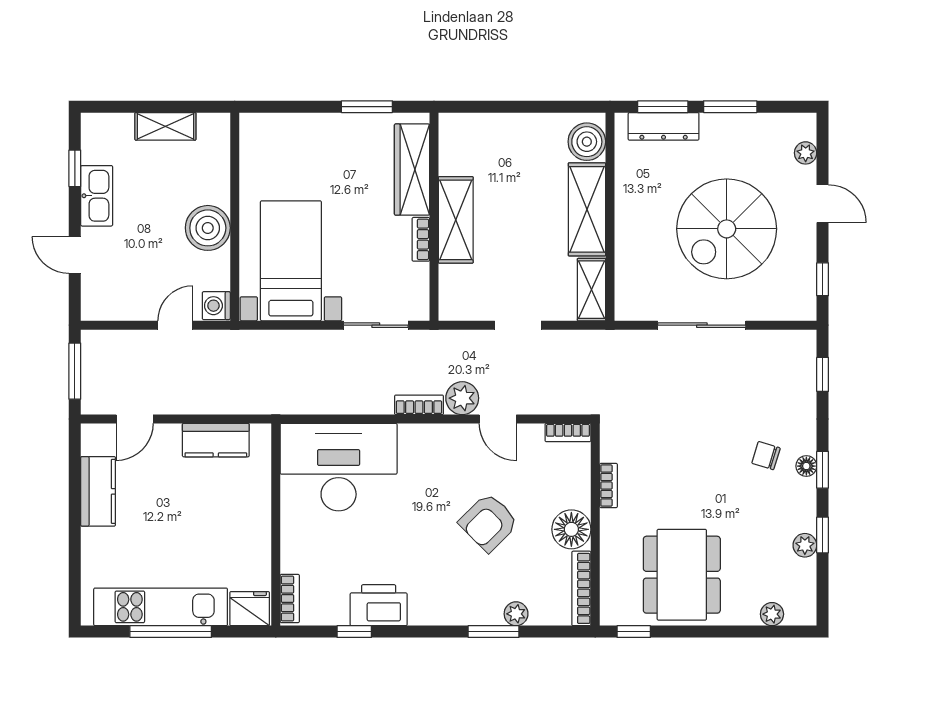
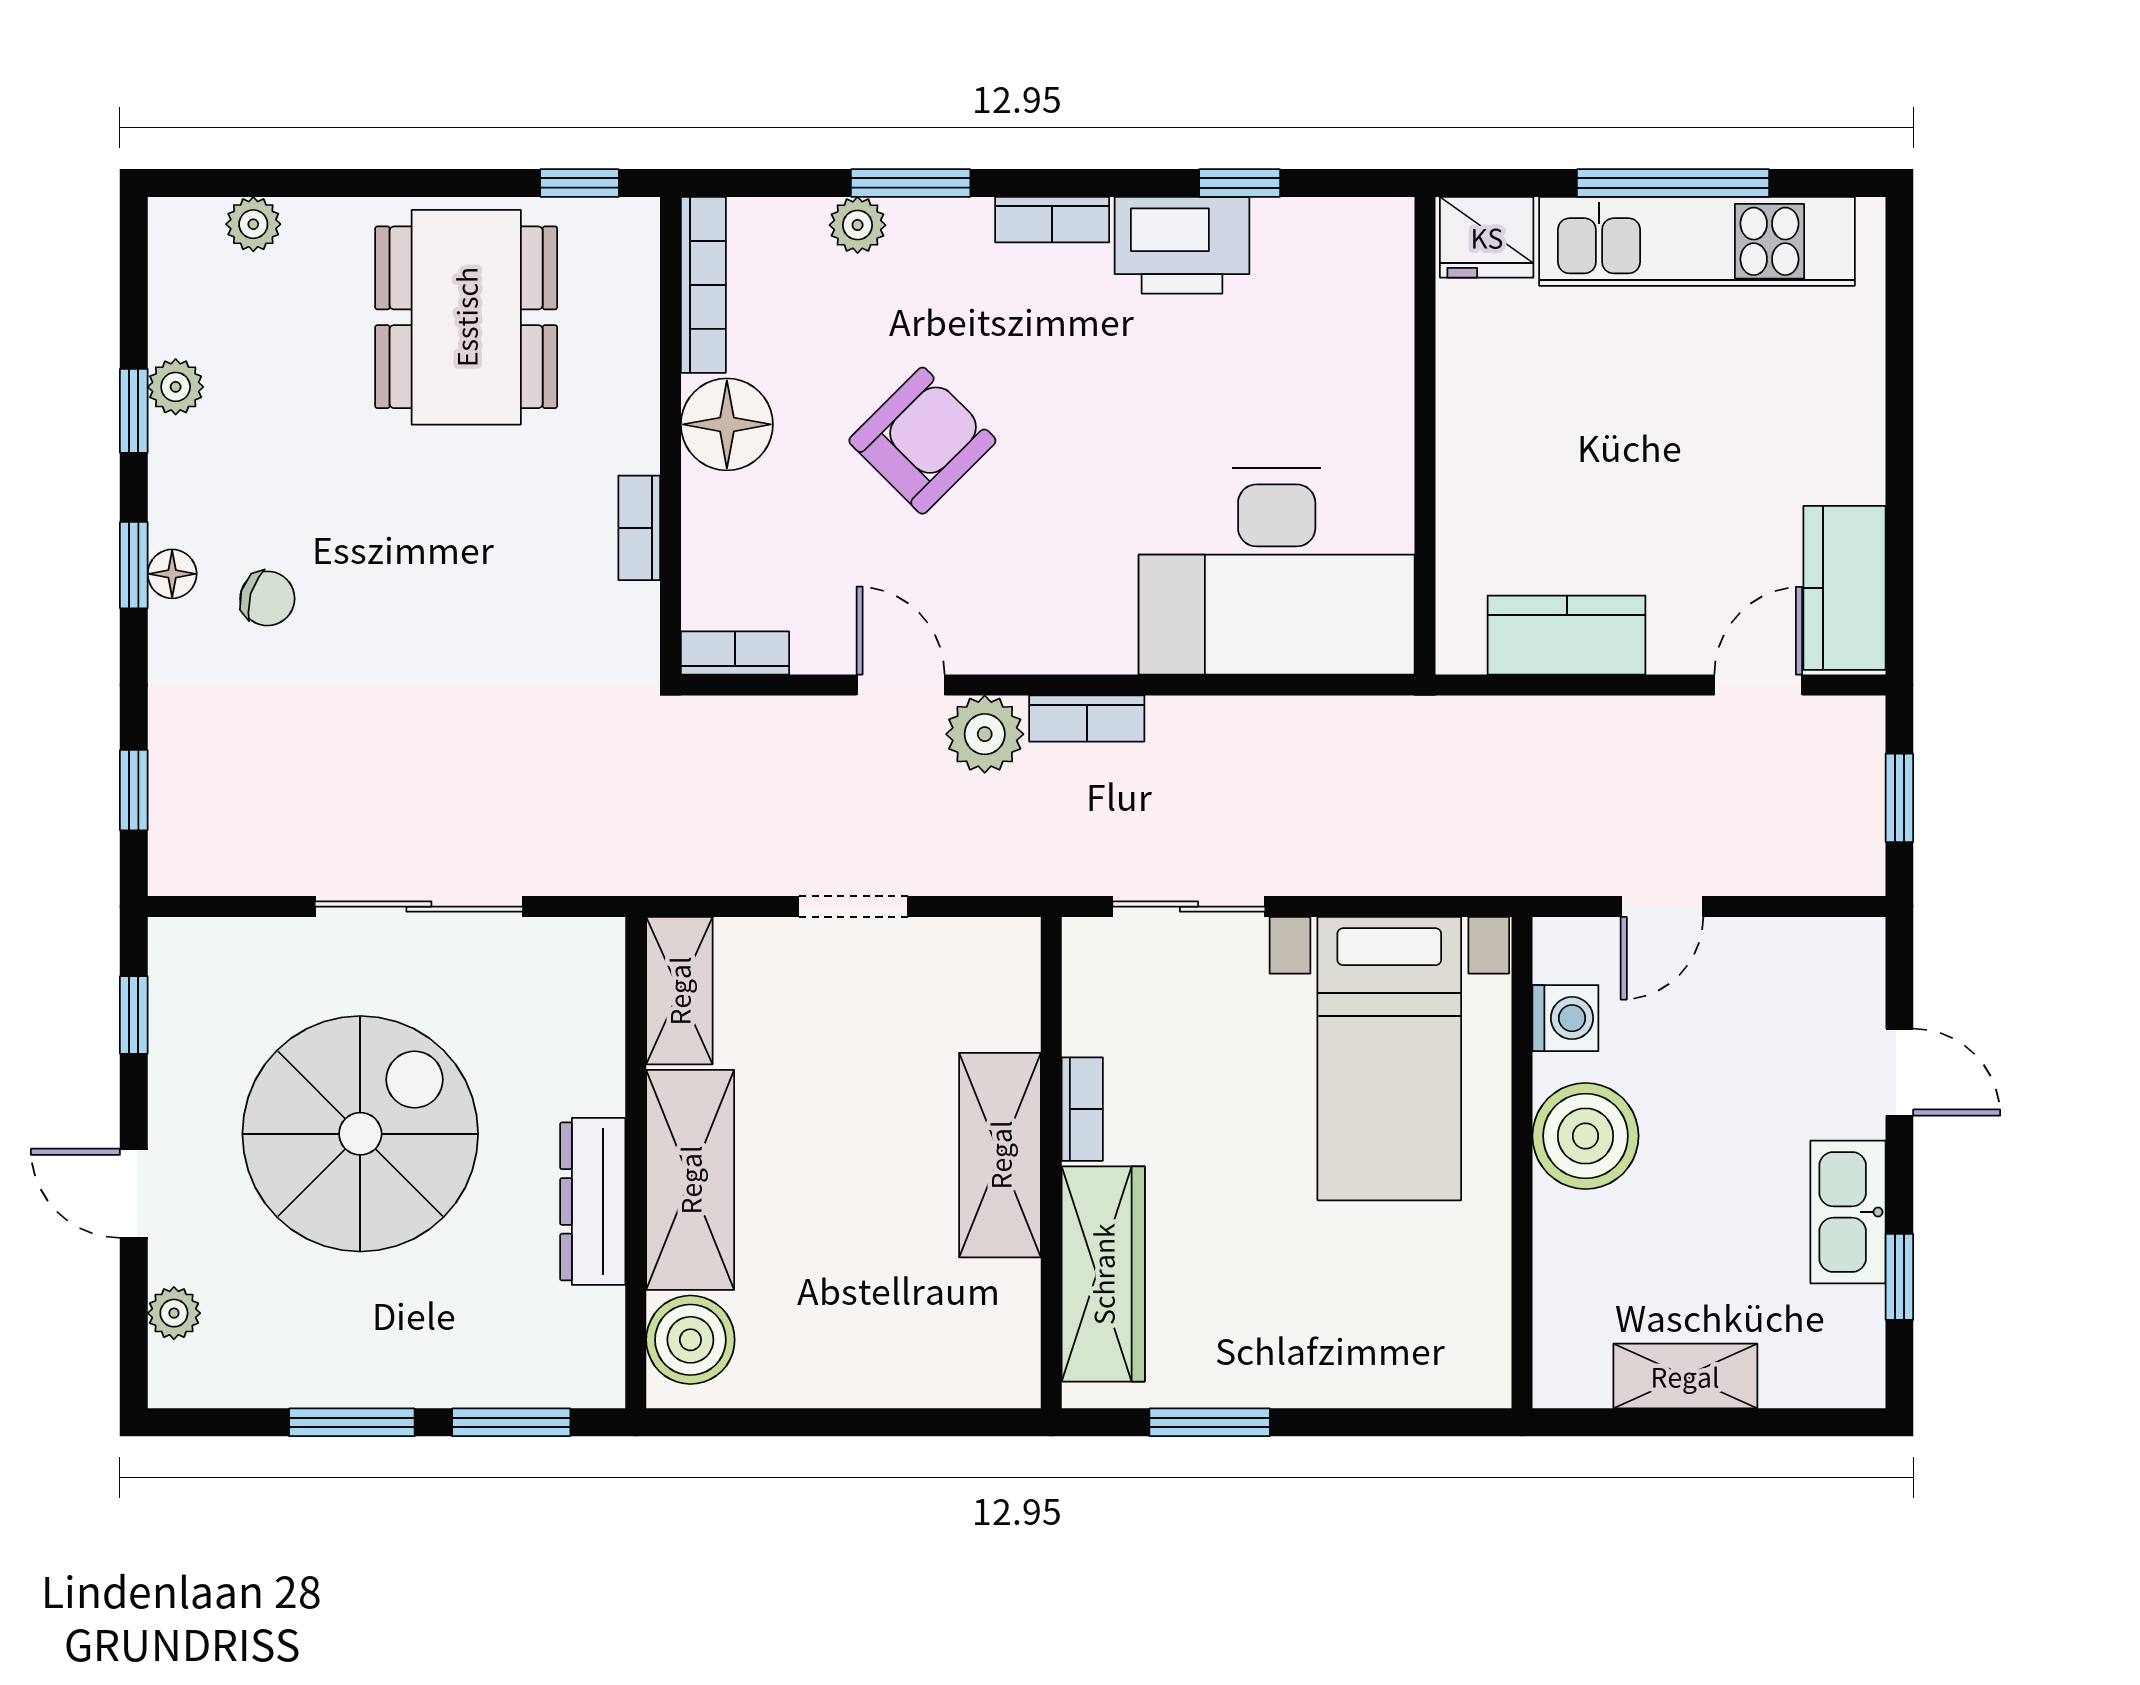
dresser: (664, 126) -> (593, 1201), moved, turned -90
washing machine: (216, 306) -> (1565, 1018), moved
window: (75, 371) -> (1899, 798), width x0.67
kitchen counter: (98, 491) -> (1844, 588), moved
bookcase: (290, 599) -> (1052, 220), moved, turned -90

